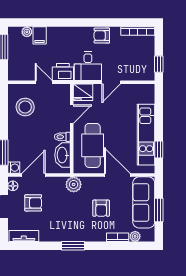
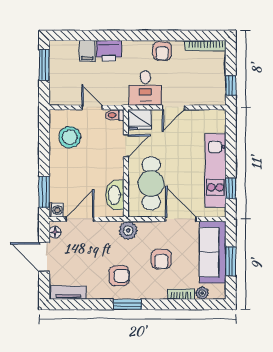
plant: (27, 32) -> (72, 47), removed
armchair: (102, 36) -> (162, 51), turned -90
printer: (63, 72) -> (109, 51), moved, turned 180
toilet: (62, 137) -> (115, 115), moved
armchair: (33, 203) -> (119, 276), moved

